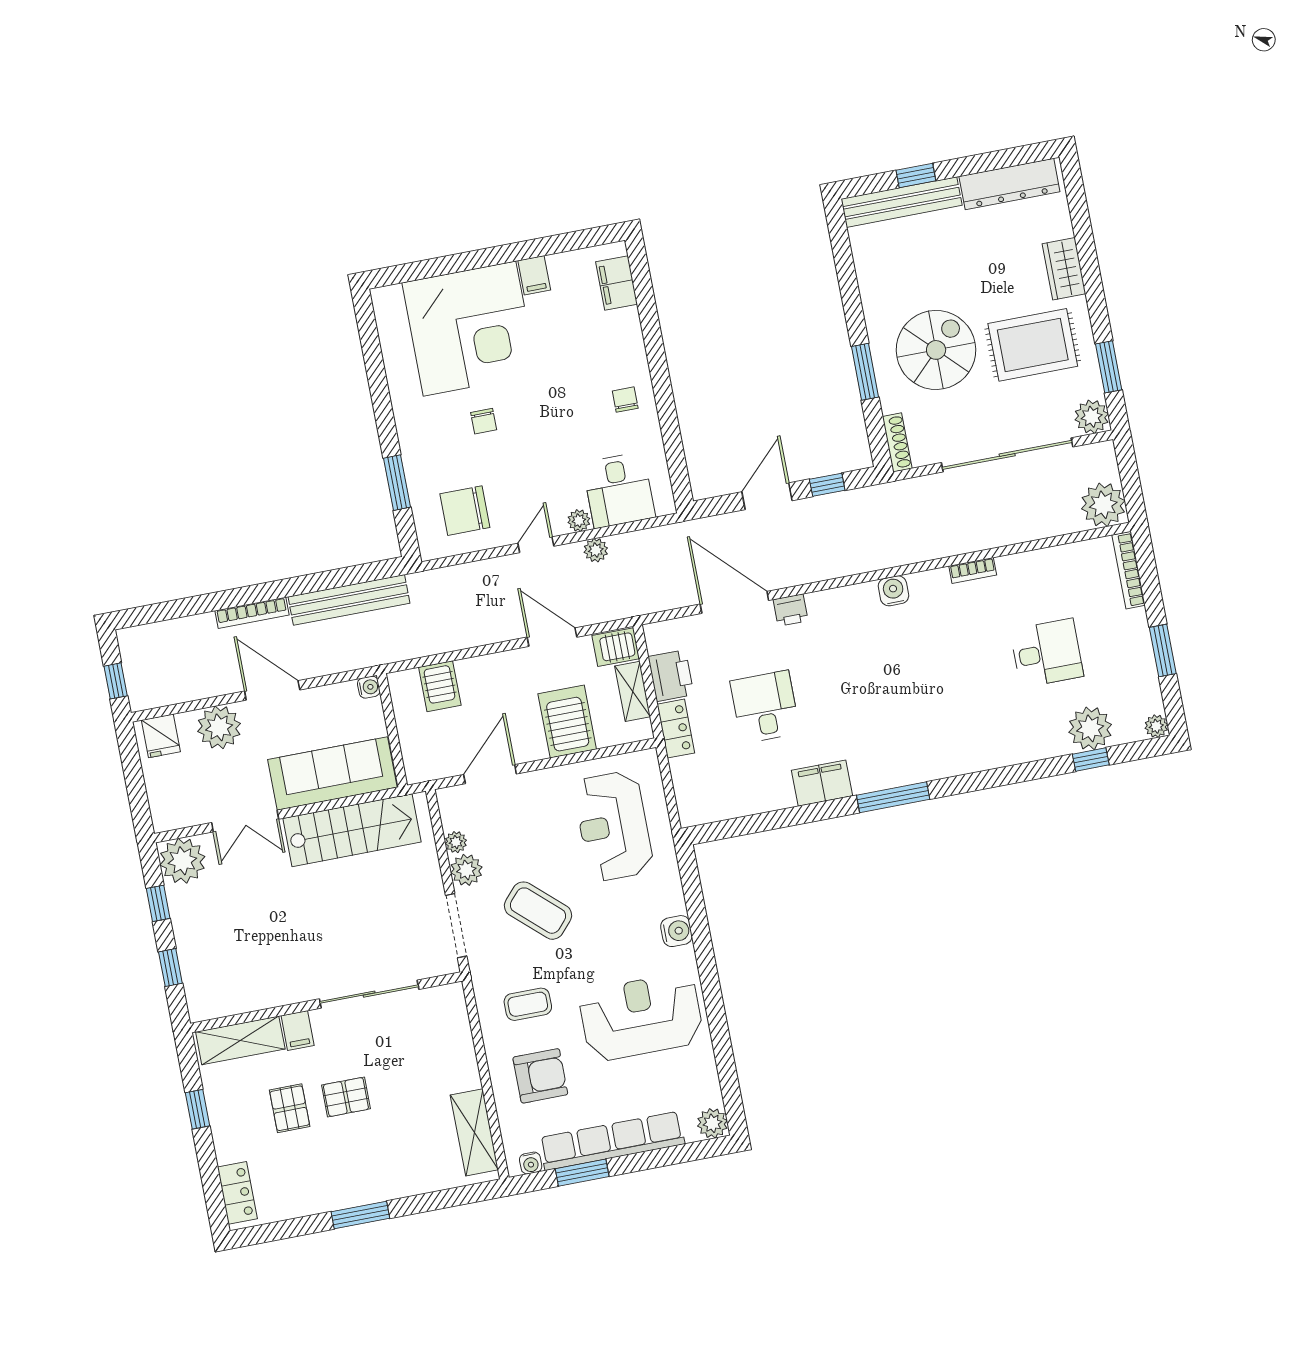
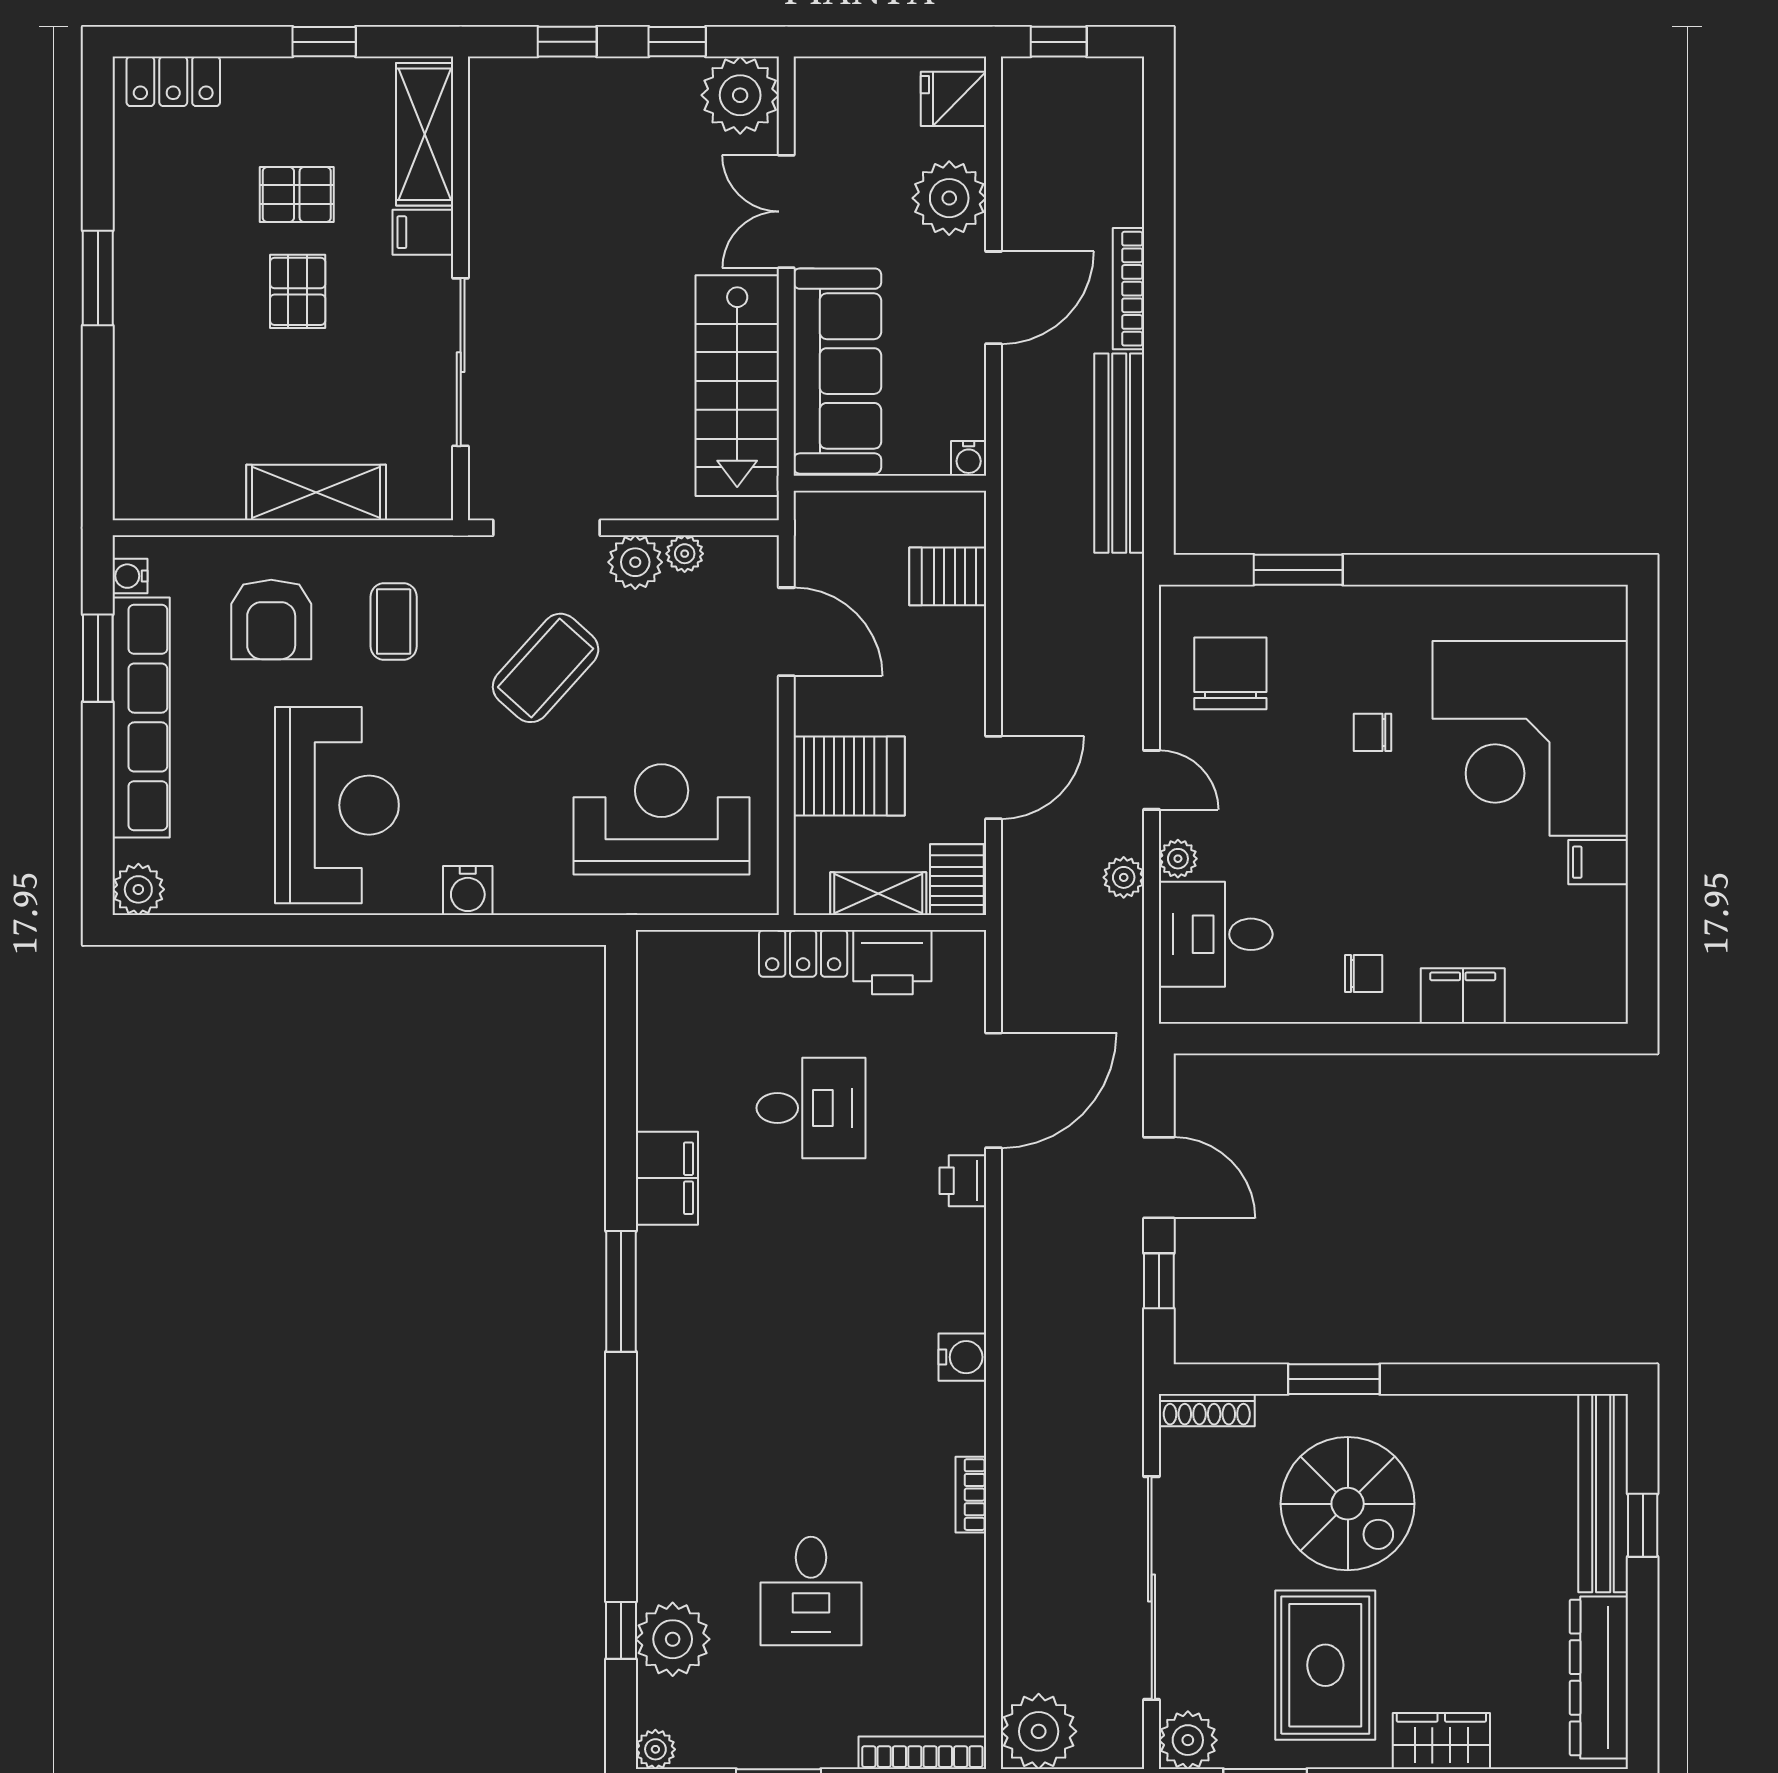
filing cabinet: (616, 283) -> (1463, 996), moved
shelving: (474, 1132) -> (316, 492), moved

